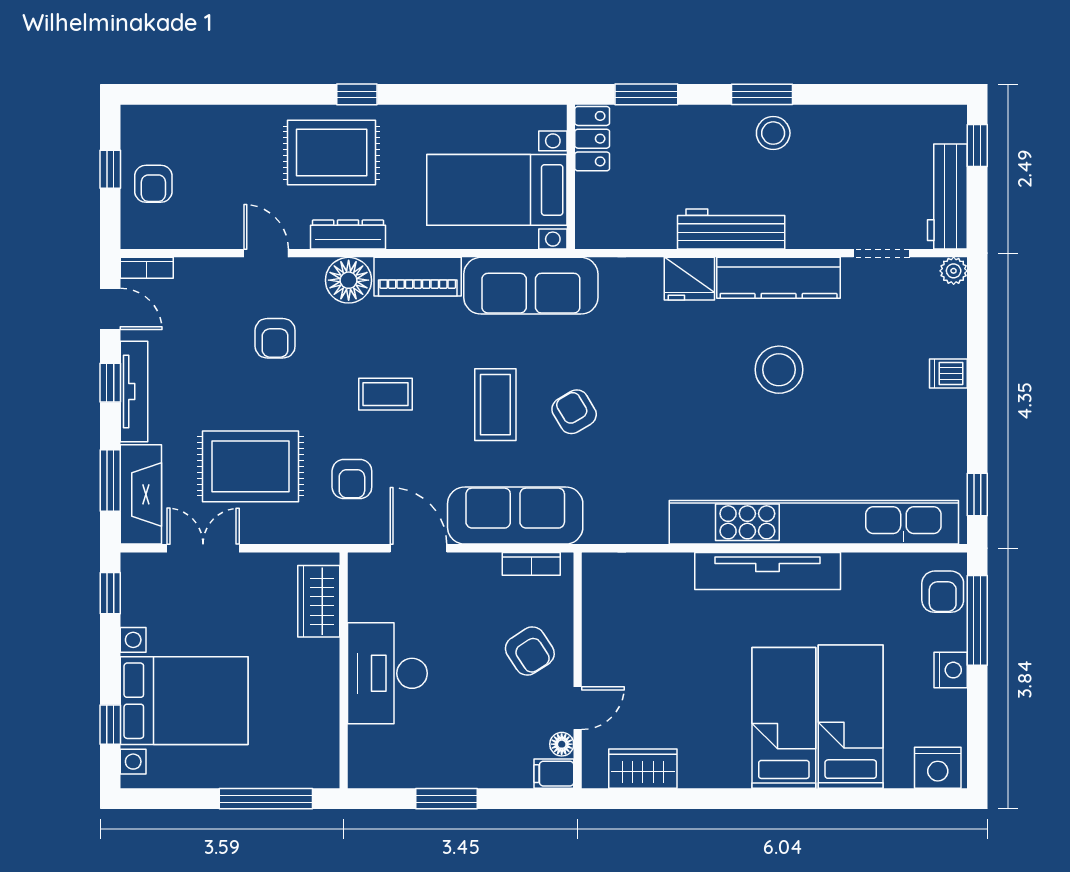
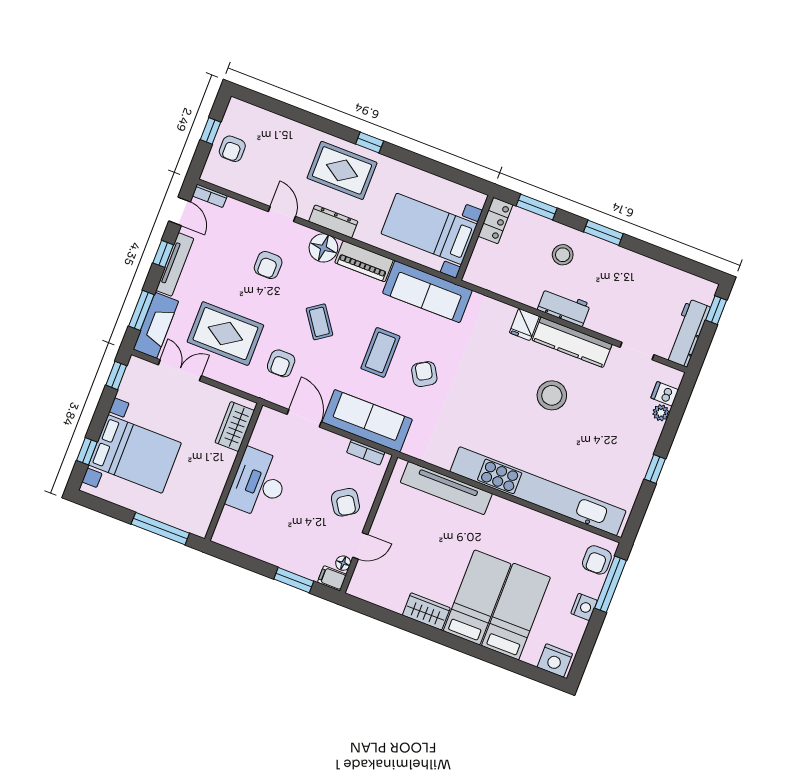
stool: (773, 133) -> (563, 255), moved
workbench: (731, 229) -> (564, 307), width x0.73
plant: (954, 271) -> (661, 413), moved
fridge: (689, 279) -> (524, 324), width x0.72
dishwasher: (948, 374) -> (665, 394), moved
coffee table: (386, 394) -> (319, 322), turned 55
window: (977, 494) -> (655, 469), moved
tv unit: (768, 571) -> (446, 488), moved
wardrobe: (643, 769) -> (426, 611), moved
window: (446, 799) -> (294, 580), moved

